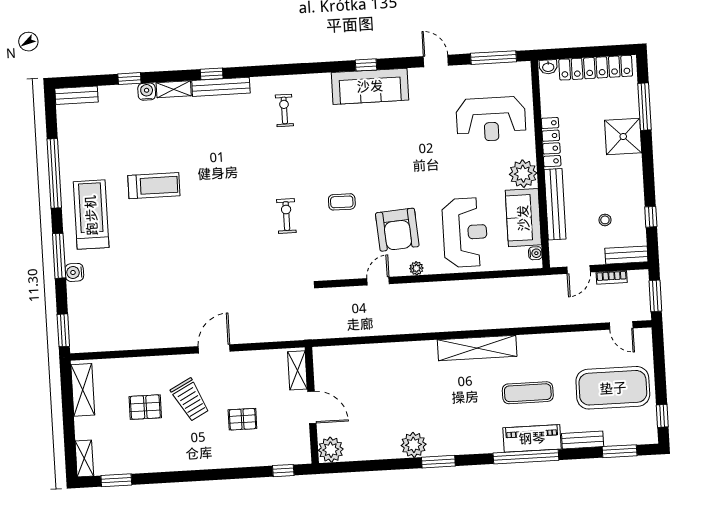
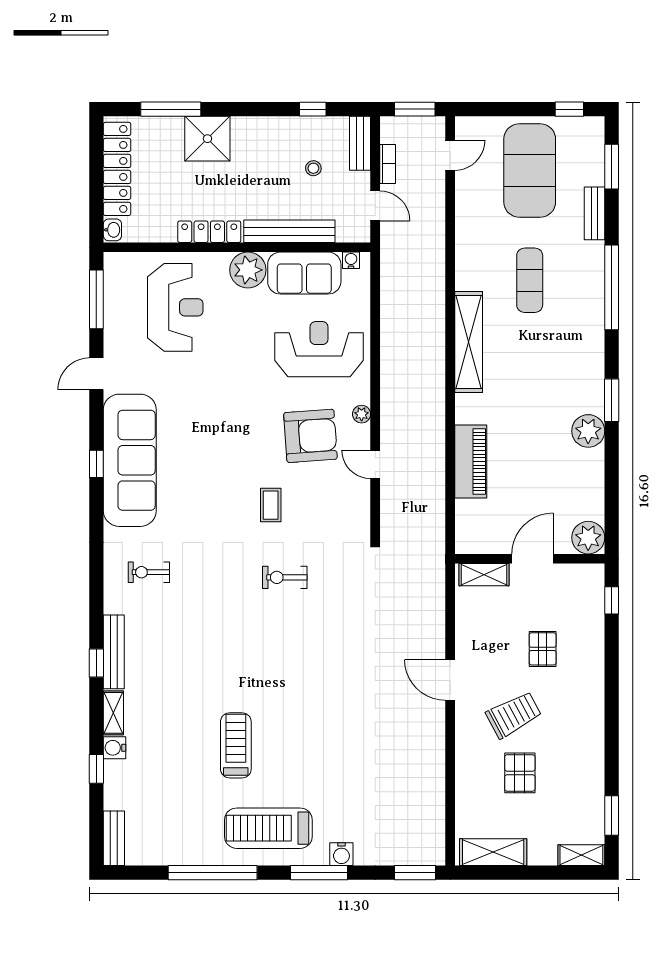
sofa: (370, 86) -> (130, 460), width x1.36, depth x1.27
piano: (532, 438) -> (471, 462), moved, turned 180

